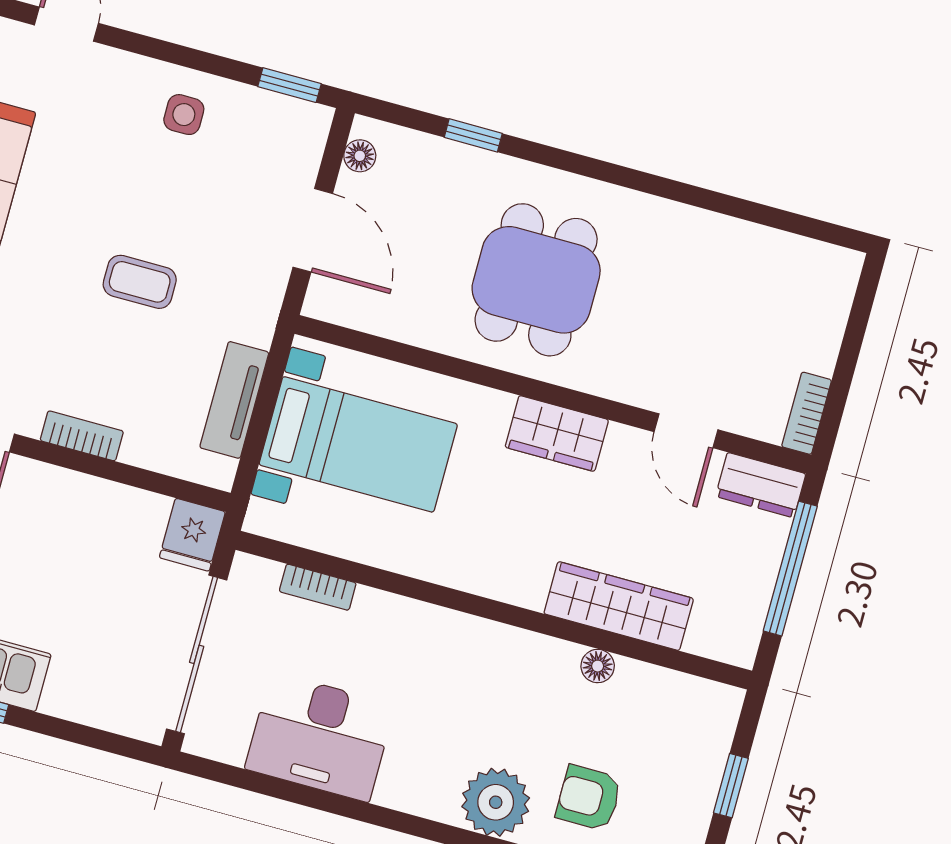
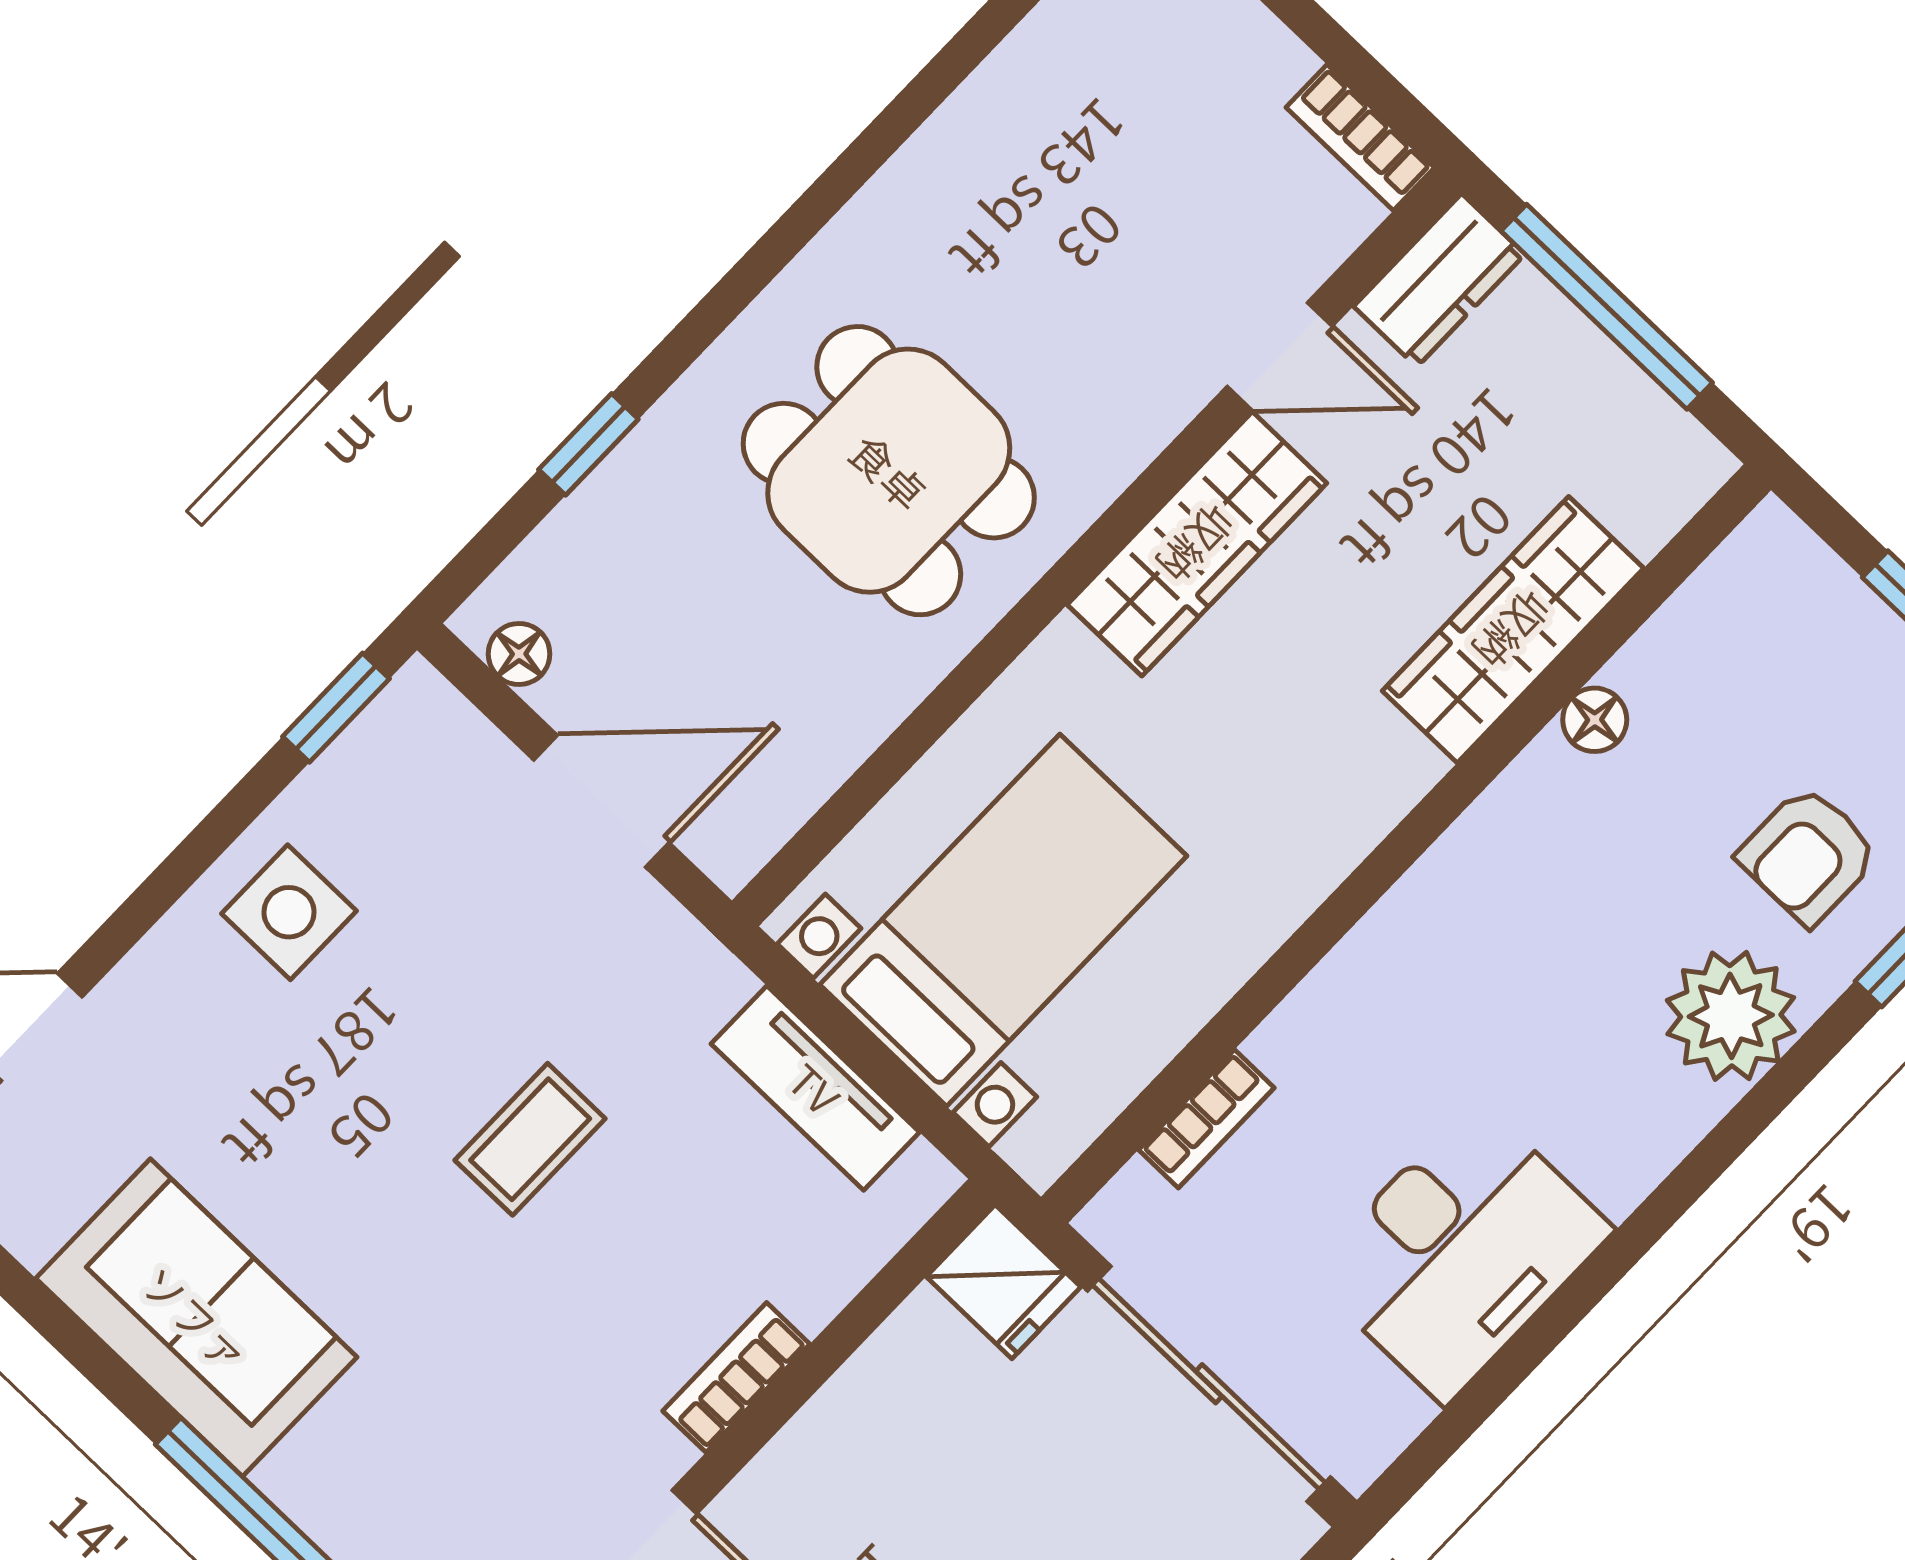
side table: (184, 115) -> (289, 912), width x1.37, depth x1.37
wardrobe: (557, 433) -> (1197, 544), width x1.50

